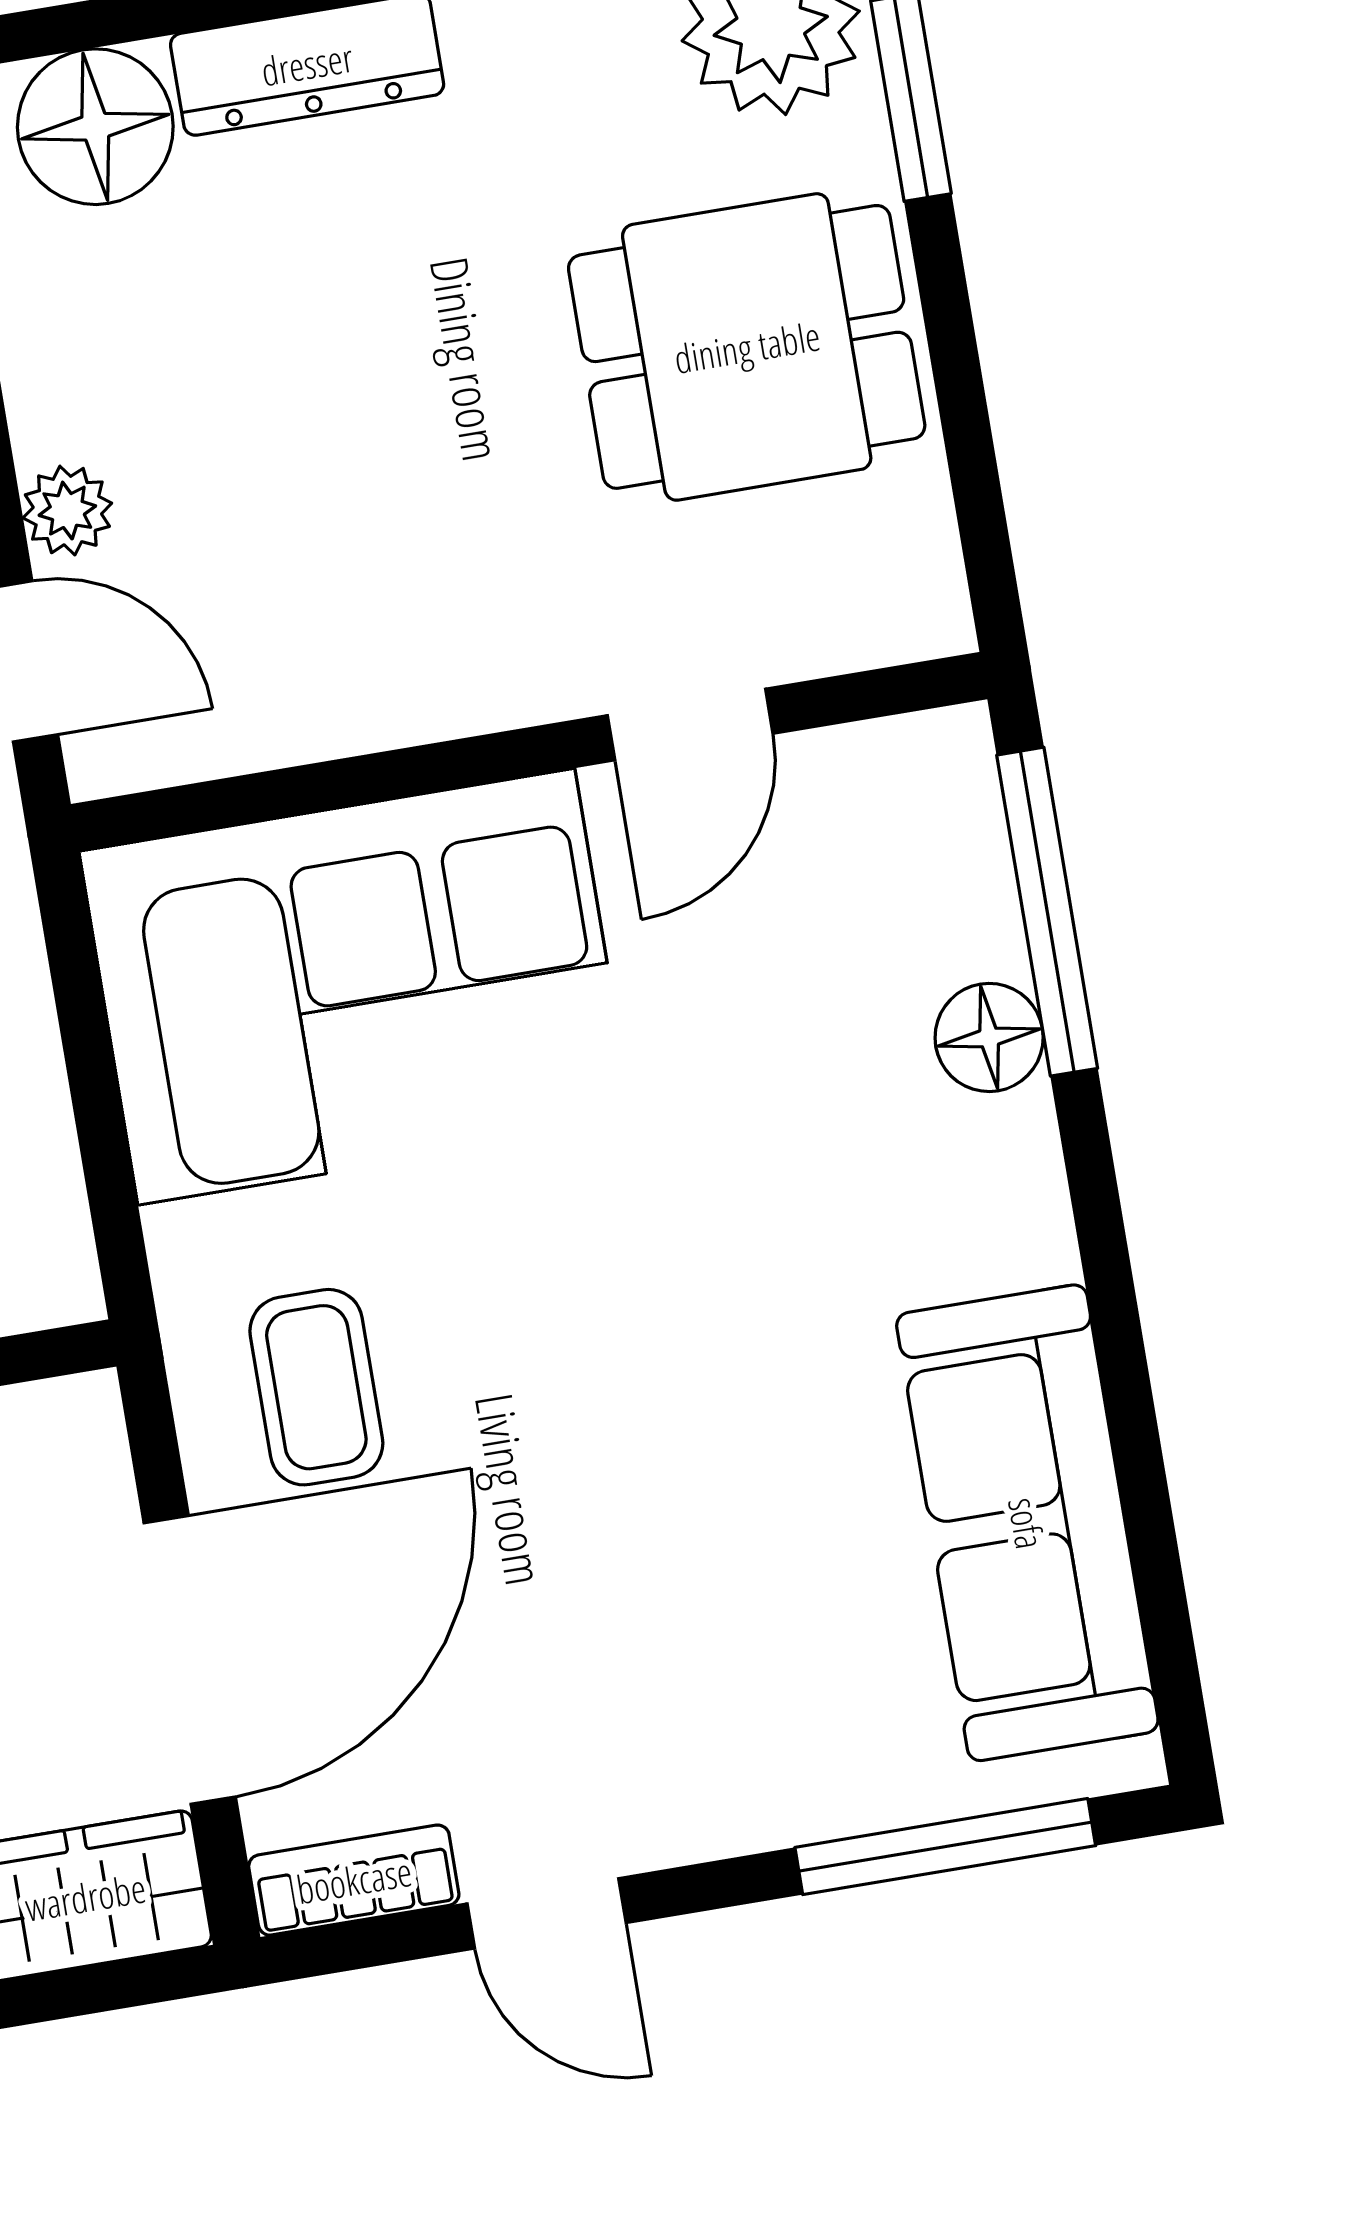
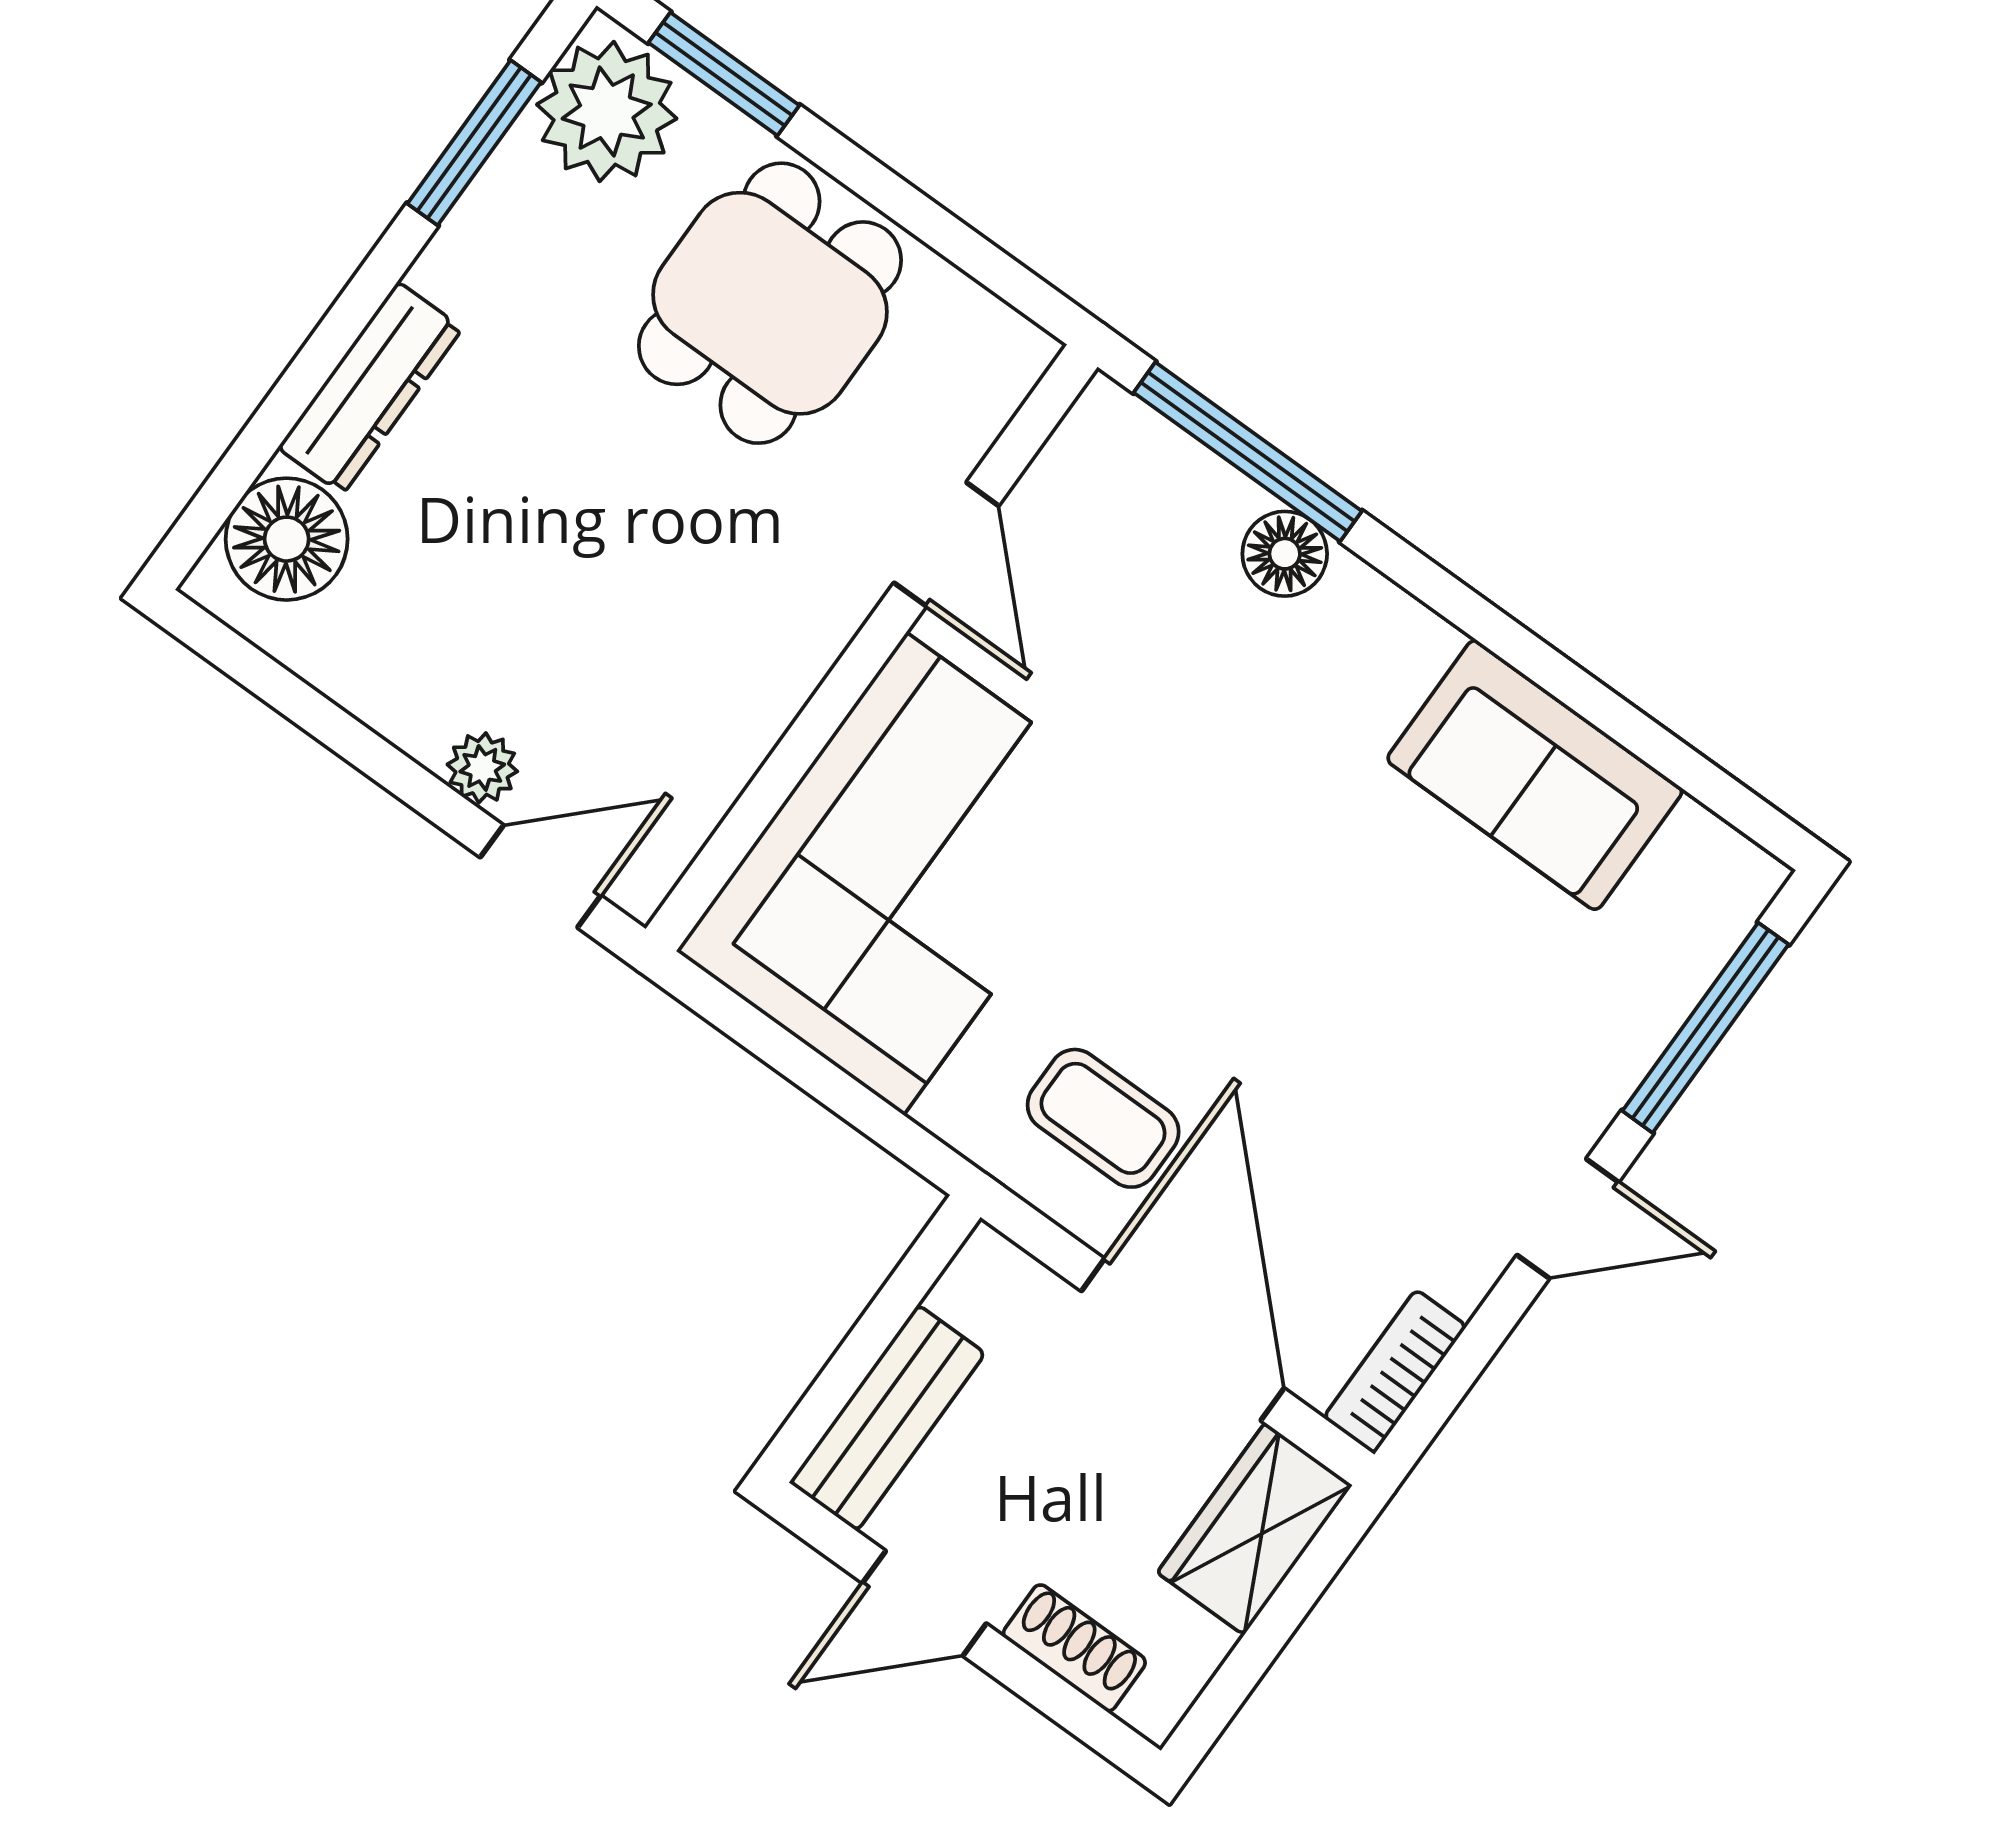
sofa: (1027, 1523) -> (1535, 775), width x0.73
door: (547, 1913) -> (1568, 1219), moved

